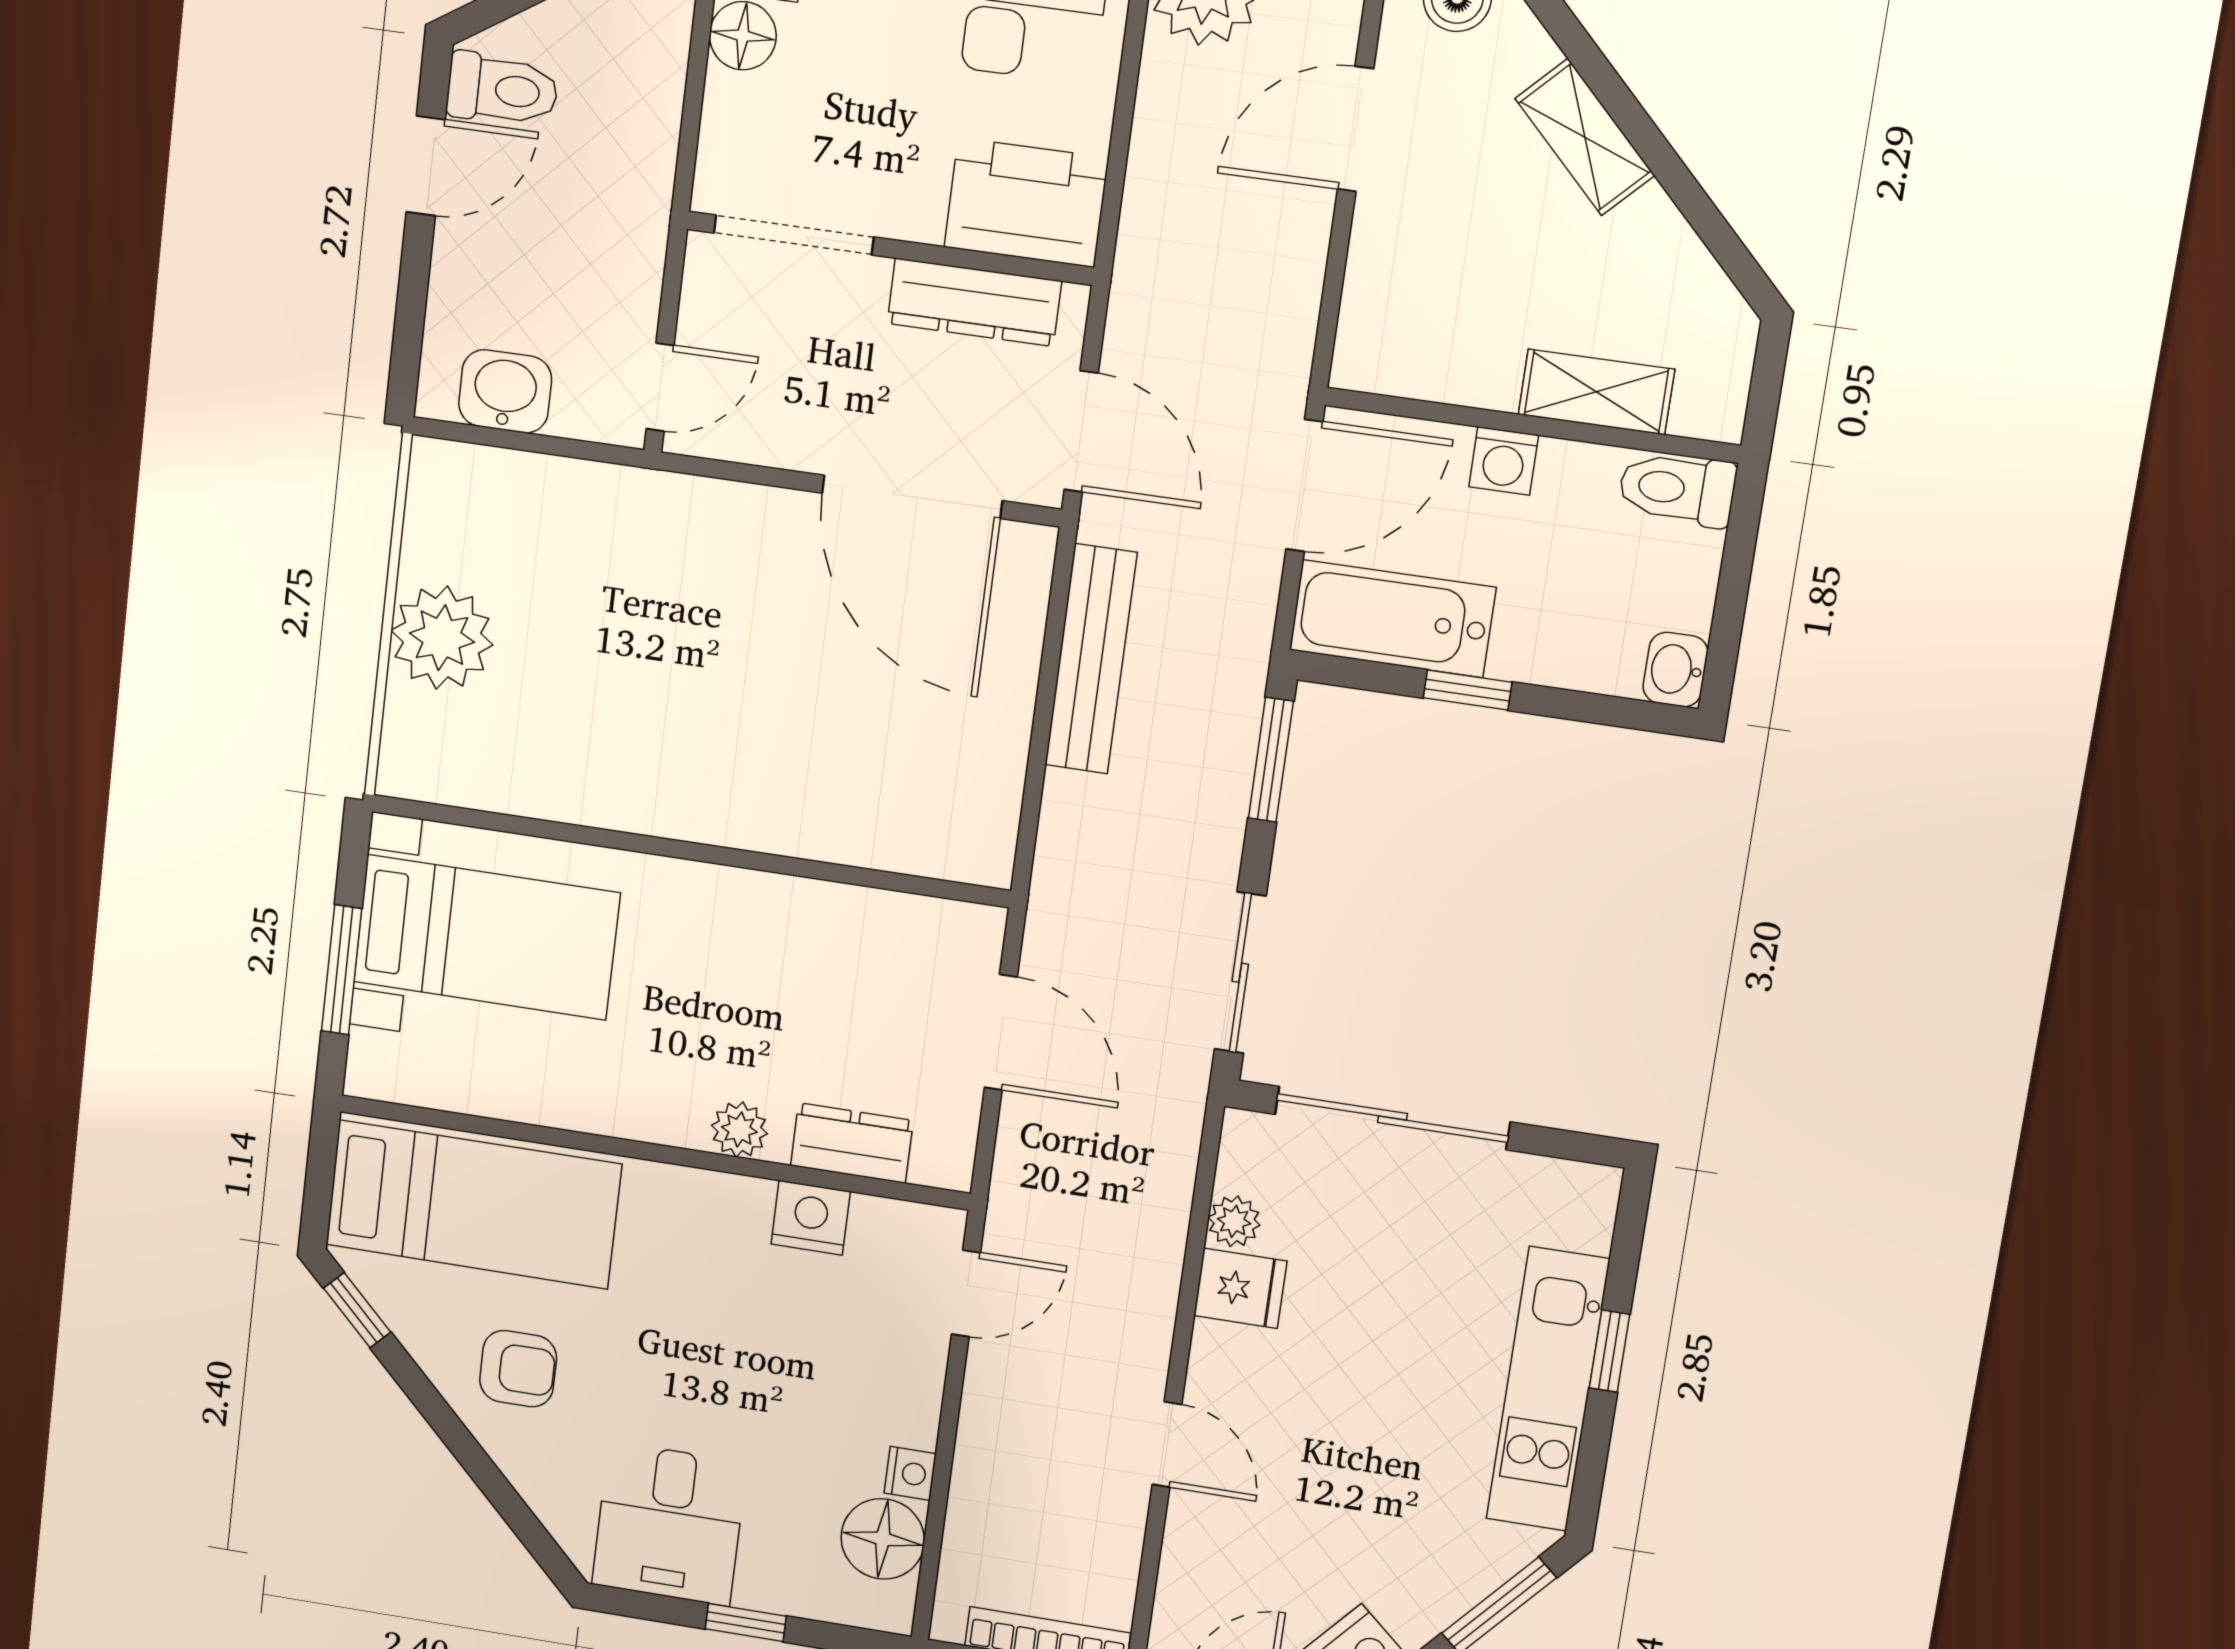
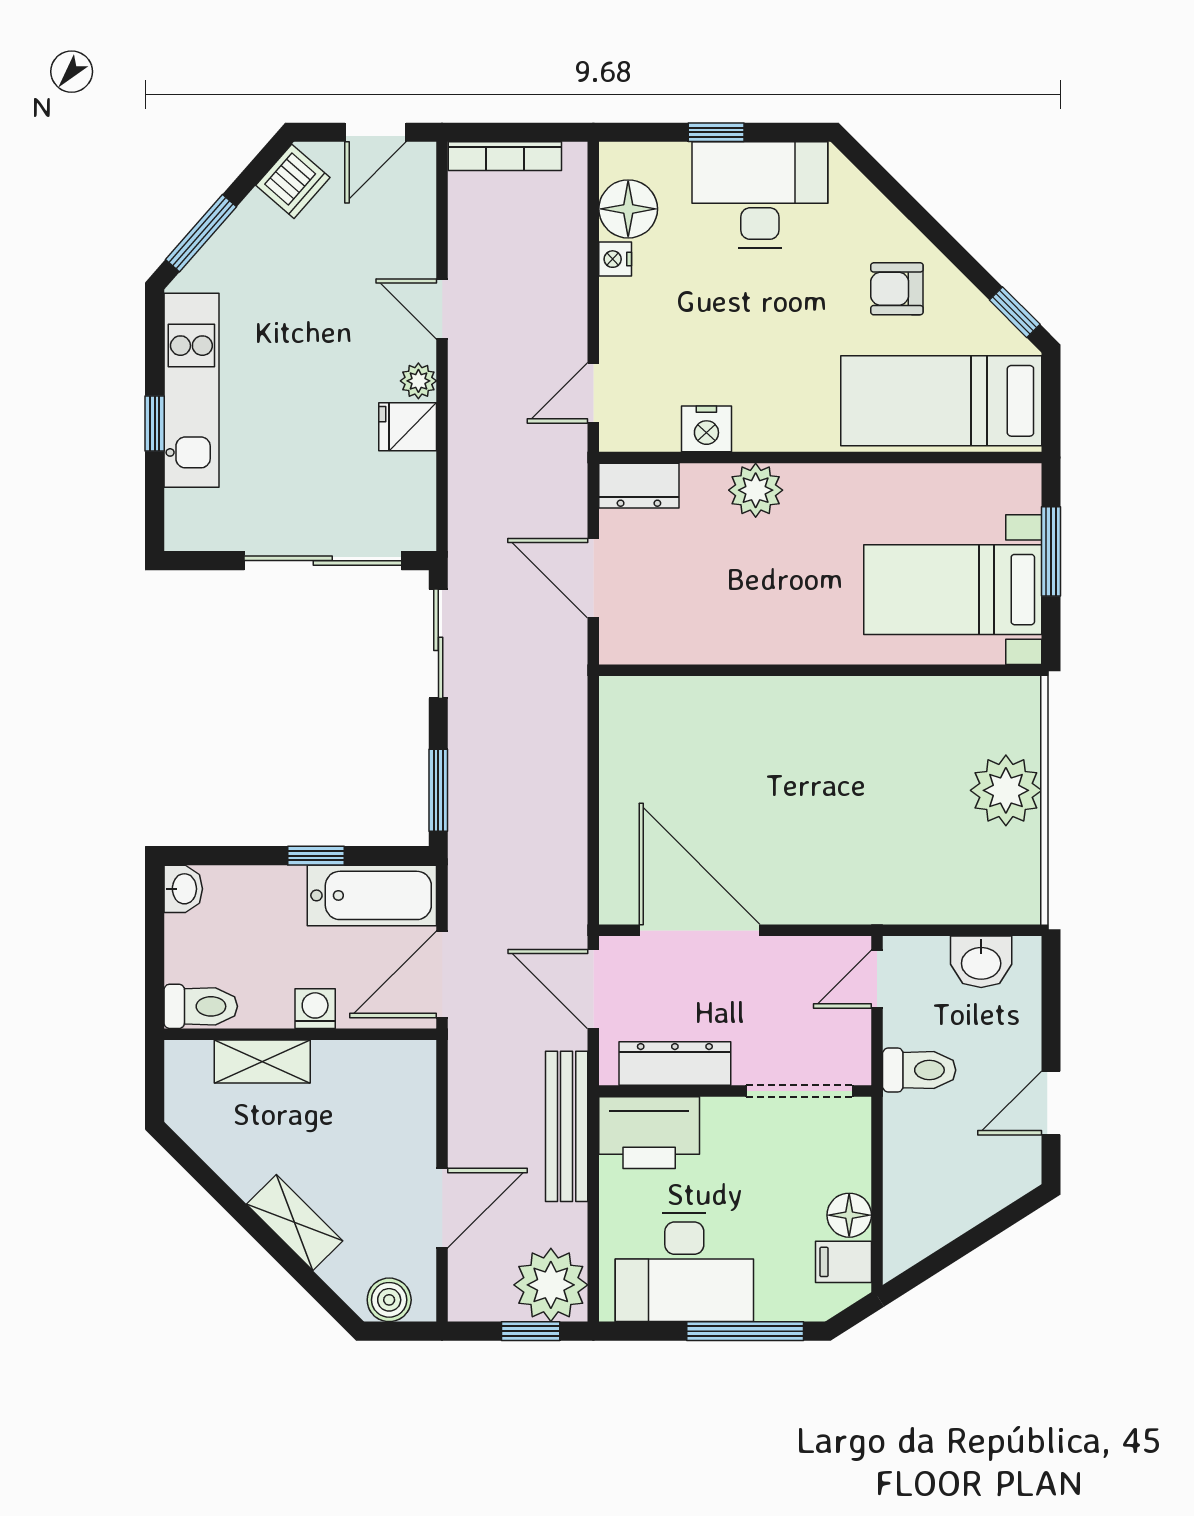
toilet: (502, 89) -> (919, 1070), moved, turned 180
bench: (1091, 659) -> (567, 1126), moved
plant: (739, 1130) -> (756, 490), width x1.38, depth x1.38
dresser: (852, 1143) -> (639, 486), moved
plant: (1234, 1221) -> (418, 381), moved
desk: (669, 1524) -> (760, 195), width x1.37

